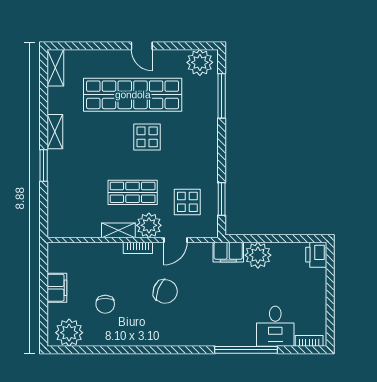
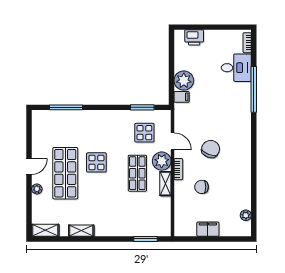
plant: (200, 62) -> (37, 189), moved, width x0.53, depth x0.53
shop shelf: (133, 95) -> (65, 173), width x0.71
shelving: (55, 132) -> (81, 231), moved
window: (44, 165) -> (145, 239), moved
filing cabinet: (228, 252) -> (182, 97), width x0.50
printer: (316, 255) -> (194, 37), moved
chair: (105, 304) -> (202, 187), moved, turned 180
plant: (69, 333) -> (246, 215), width x0.53, depth x0.53

